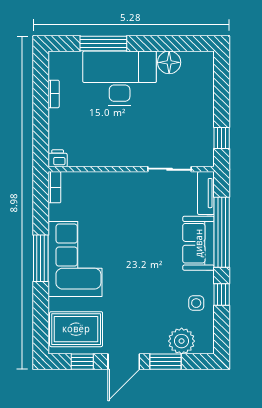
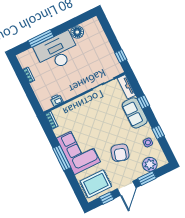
printer: (58, 158) -> (57, 100), moved
window: (222, 232) -> (143, 102), width x0.32
armchair: (142, 297) -> (120, 153), added

